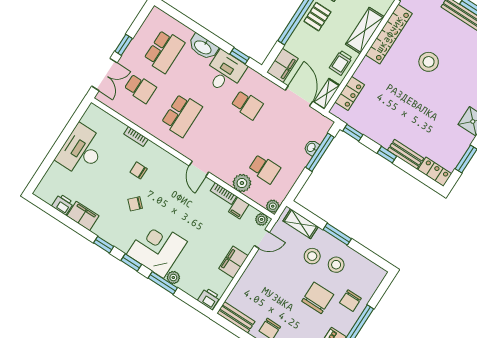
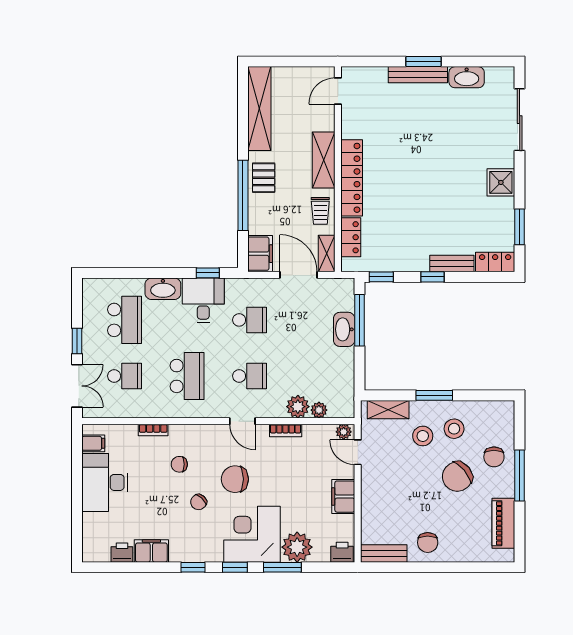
locker: (389, 34) -> (352, 178), moved
stool: (429, 62) -> (413, 149), removed
washbasin: (311, 148) -> (344, 329), width x1.91, depth x1.45
school desk: (264, 169) -> (250, 376), moved
chair: (169, 204) -> (235, 479), added
plant: (273, 206) -> (319, 410), moved
filing cabinet: (239, 208) -> (93, 443), moved, turned -90
door: (262, 239) -> (358, 452), swing flipped
plant: (173, 278) -> (297, 547), width x1.88, depth x1.88
chair: (318, 298) -> (457, 477), turned -130

